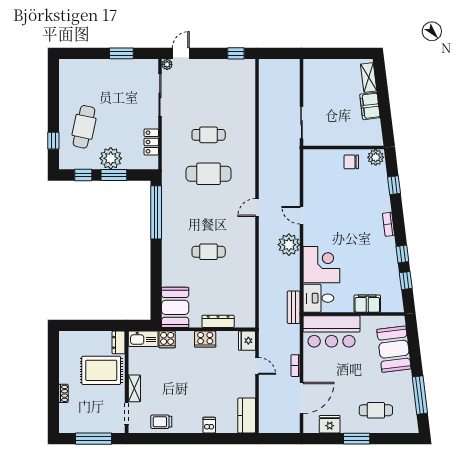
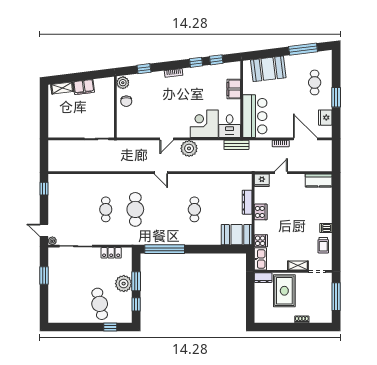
cafe table: (84, 127) -> (100, 304), turned 66
dishwasher: (209, 425) -> (326, 228), moved

